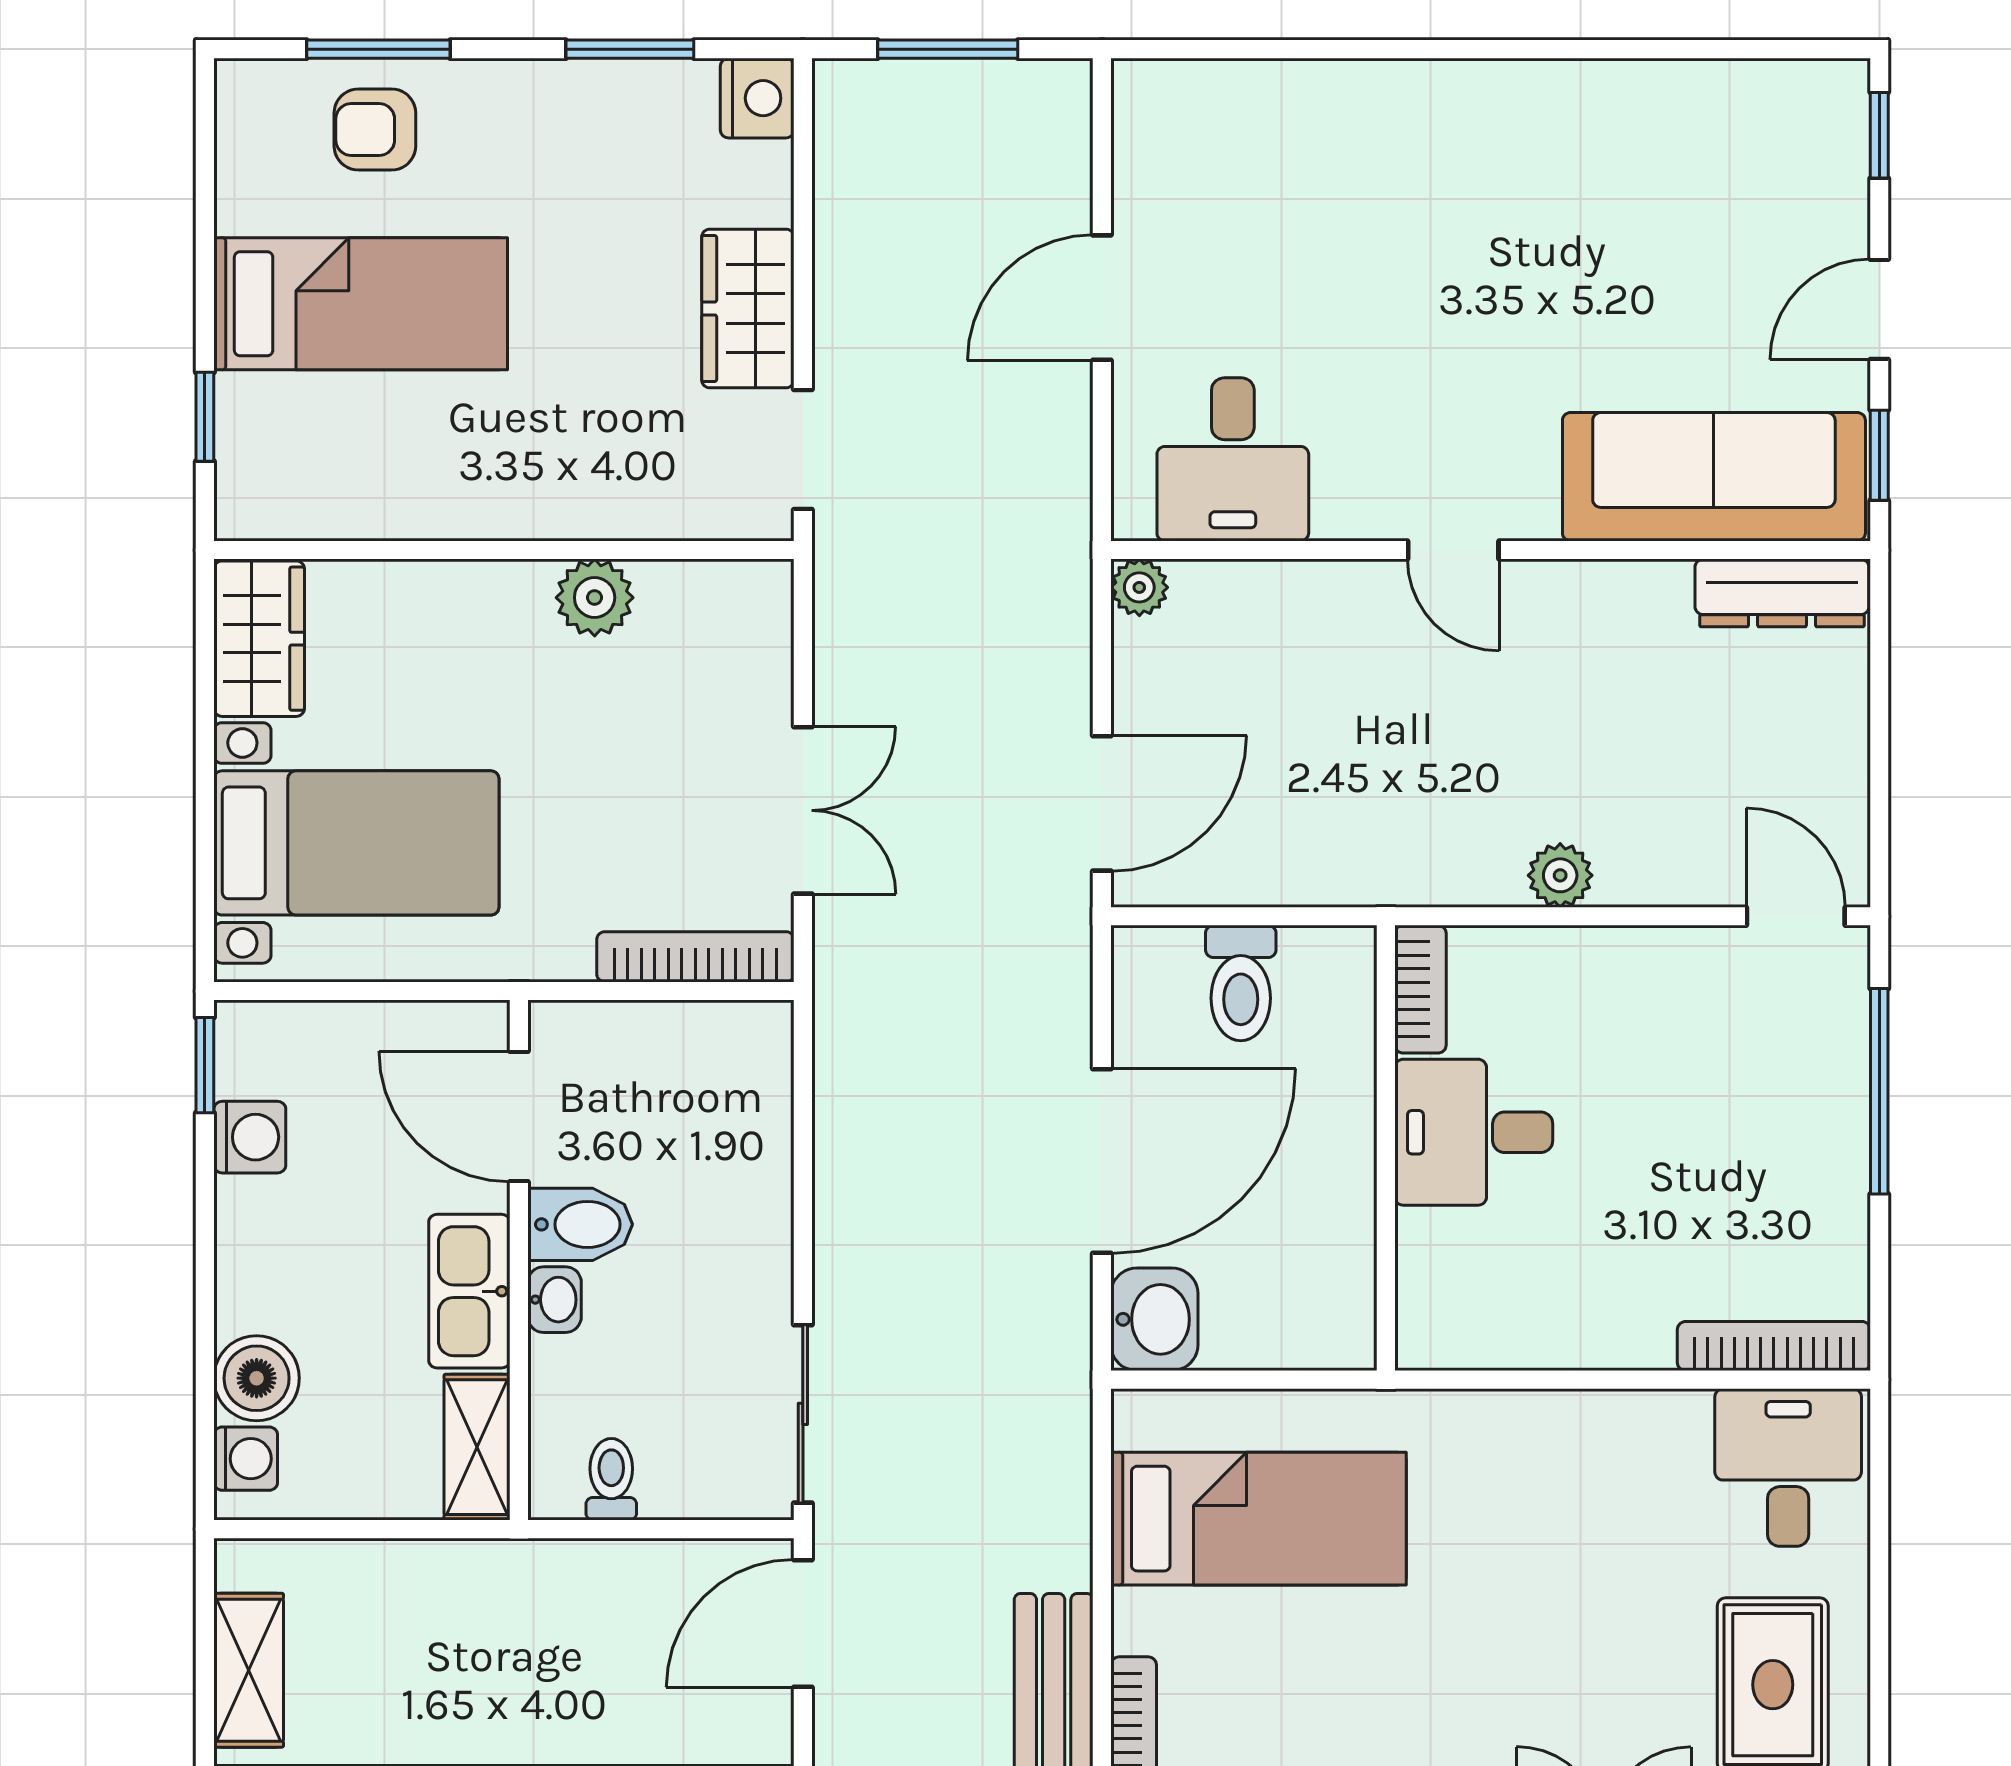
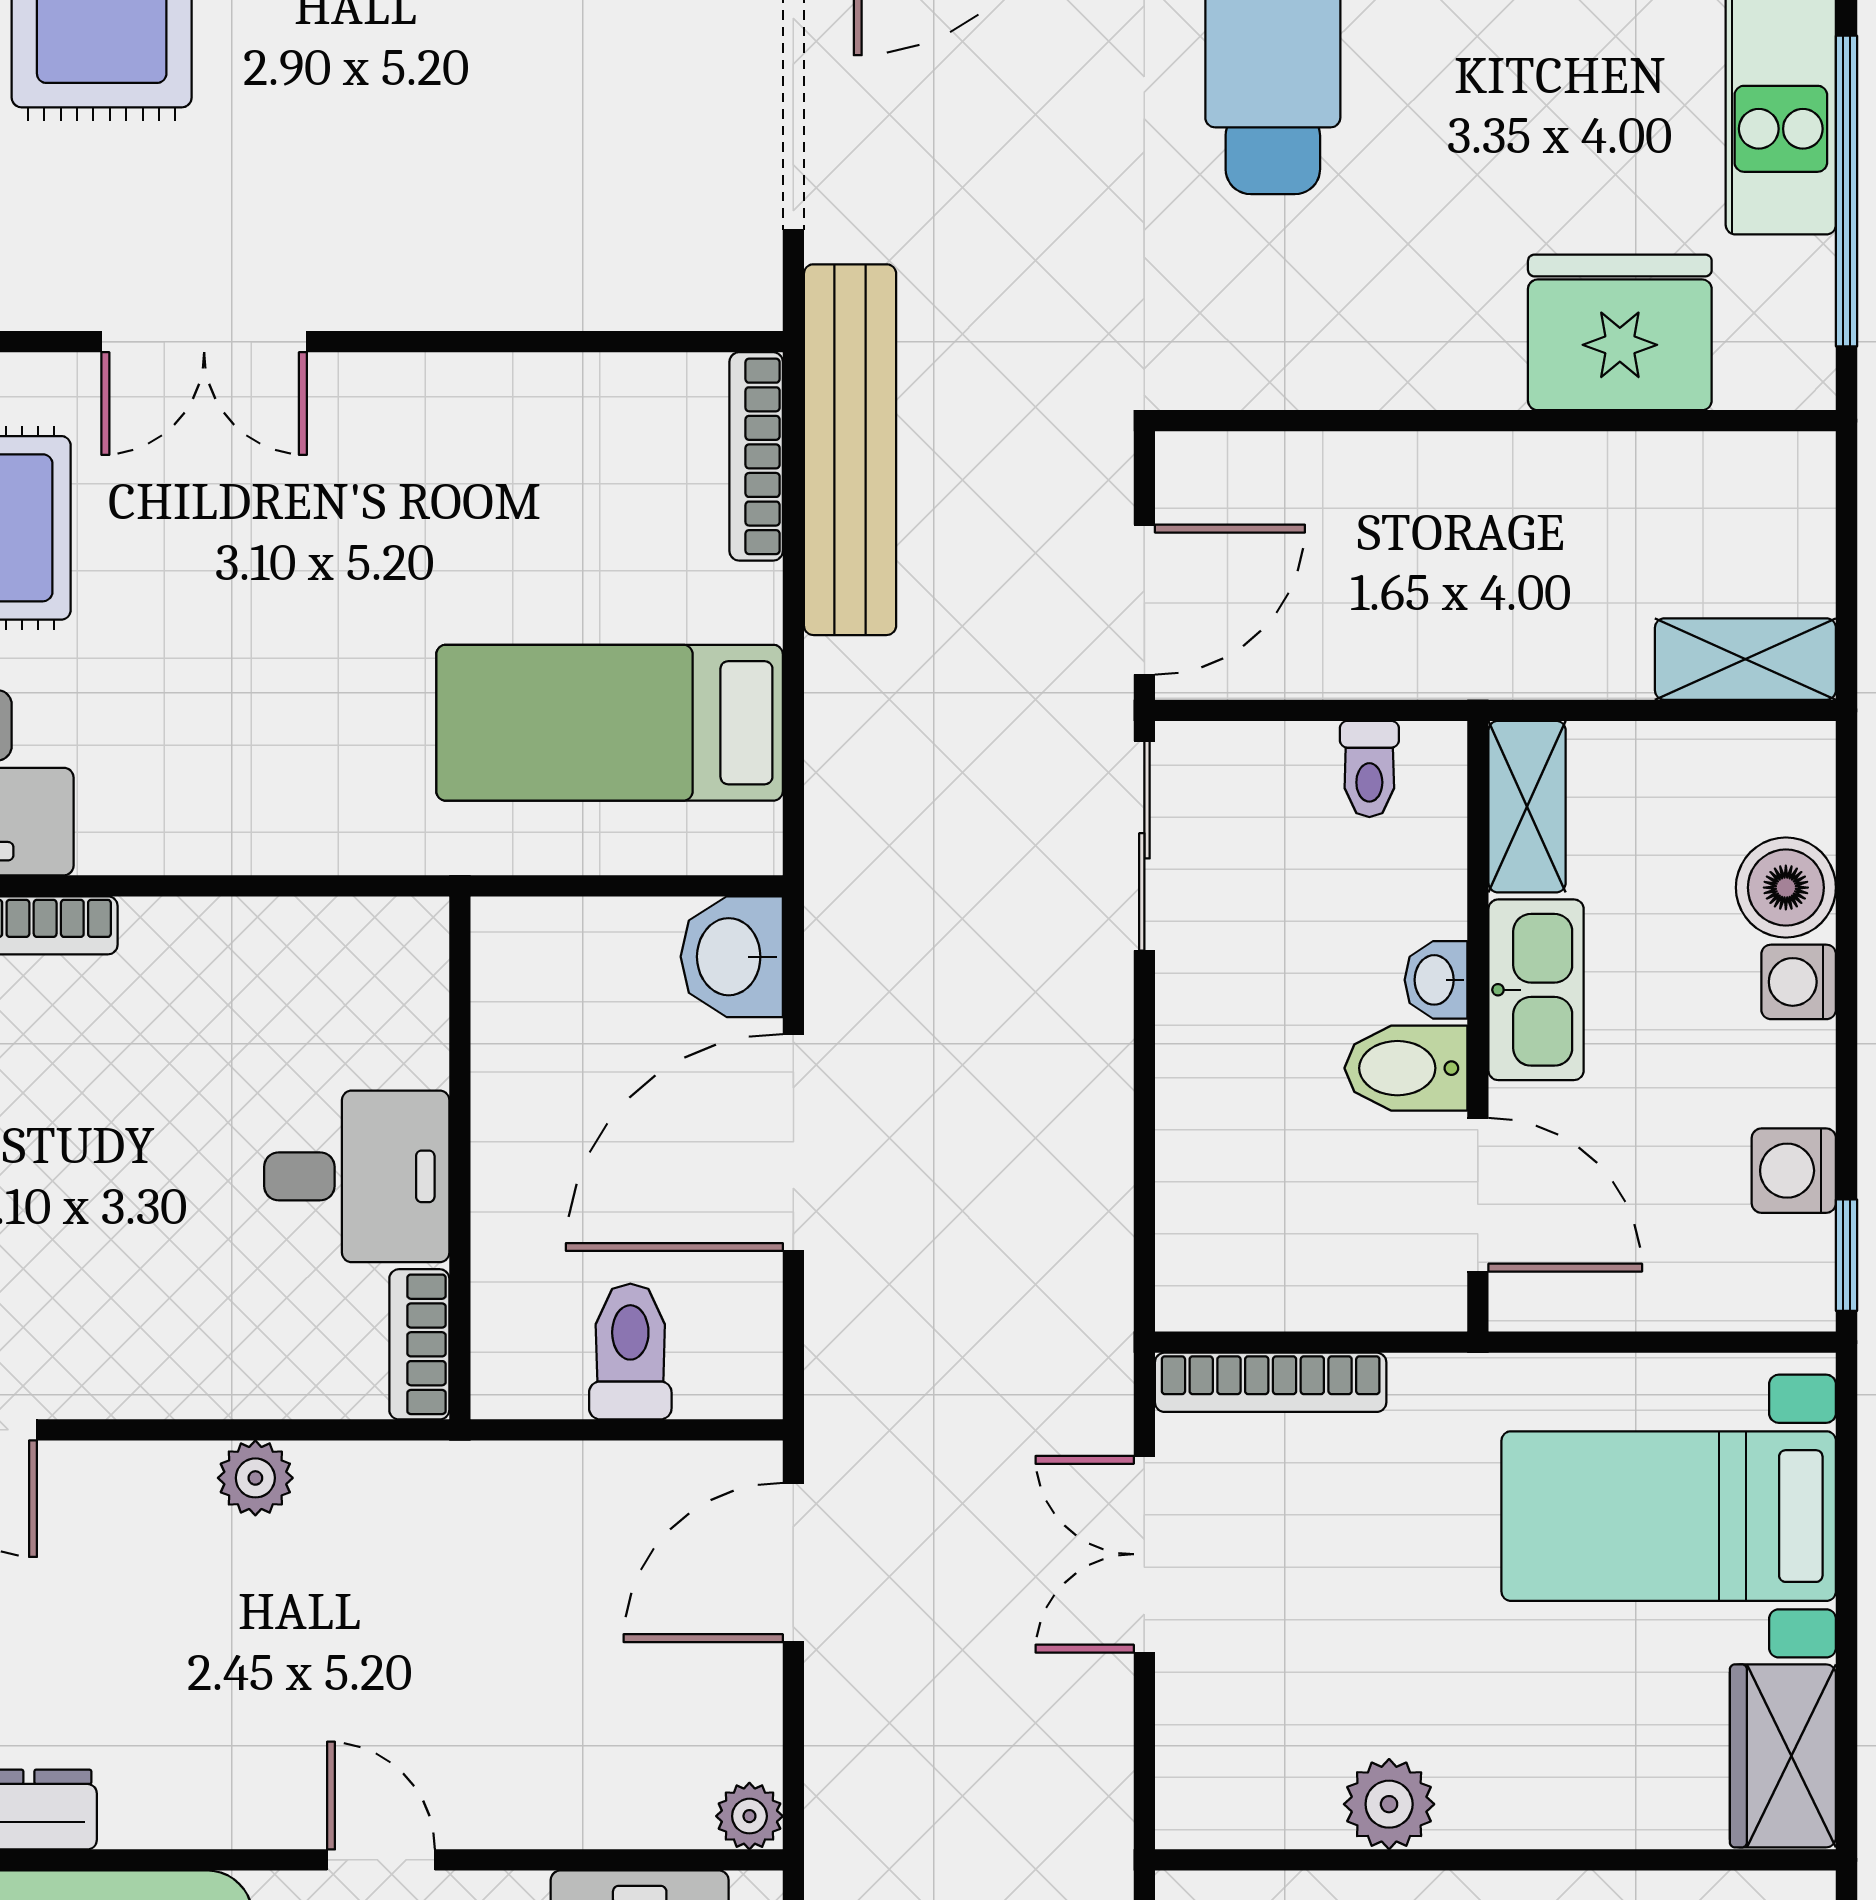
washing machine: (246, 1459) -> (1799, 982), moved
shelving: (249, 1670) -> (1745, 659), moved, turned 90

